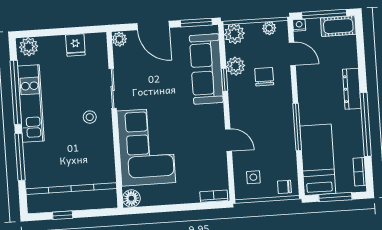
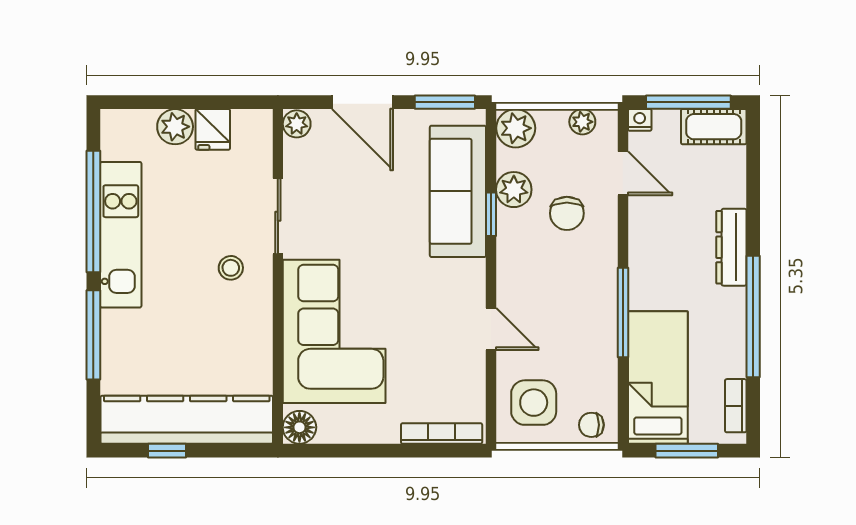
plant: (29, 47) -> (175, 127), moved
chair: (264, 77) -> (567, 213), turned 180
side table: (253, 177) -> (534, 403), width x1.87, depth x1.87
bookcase: (214, 196) -> (442, 433), width x1.56

